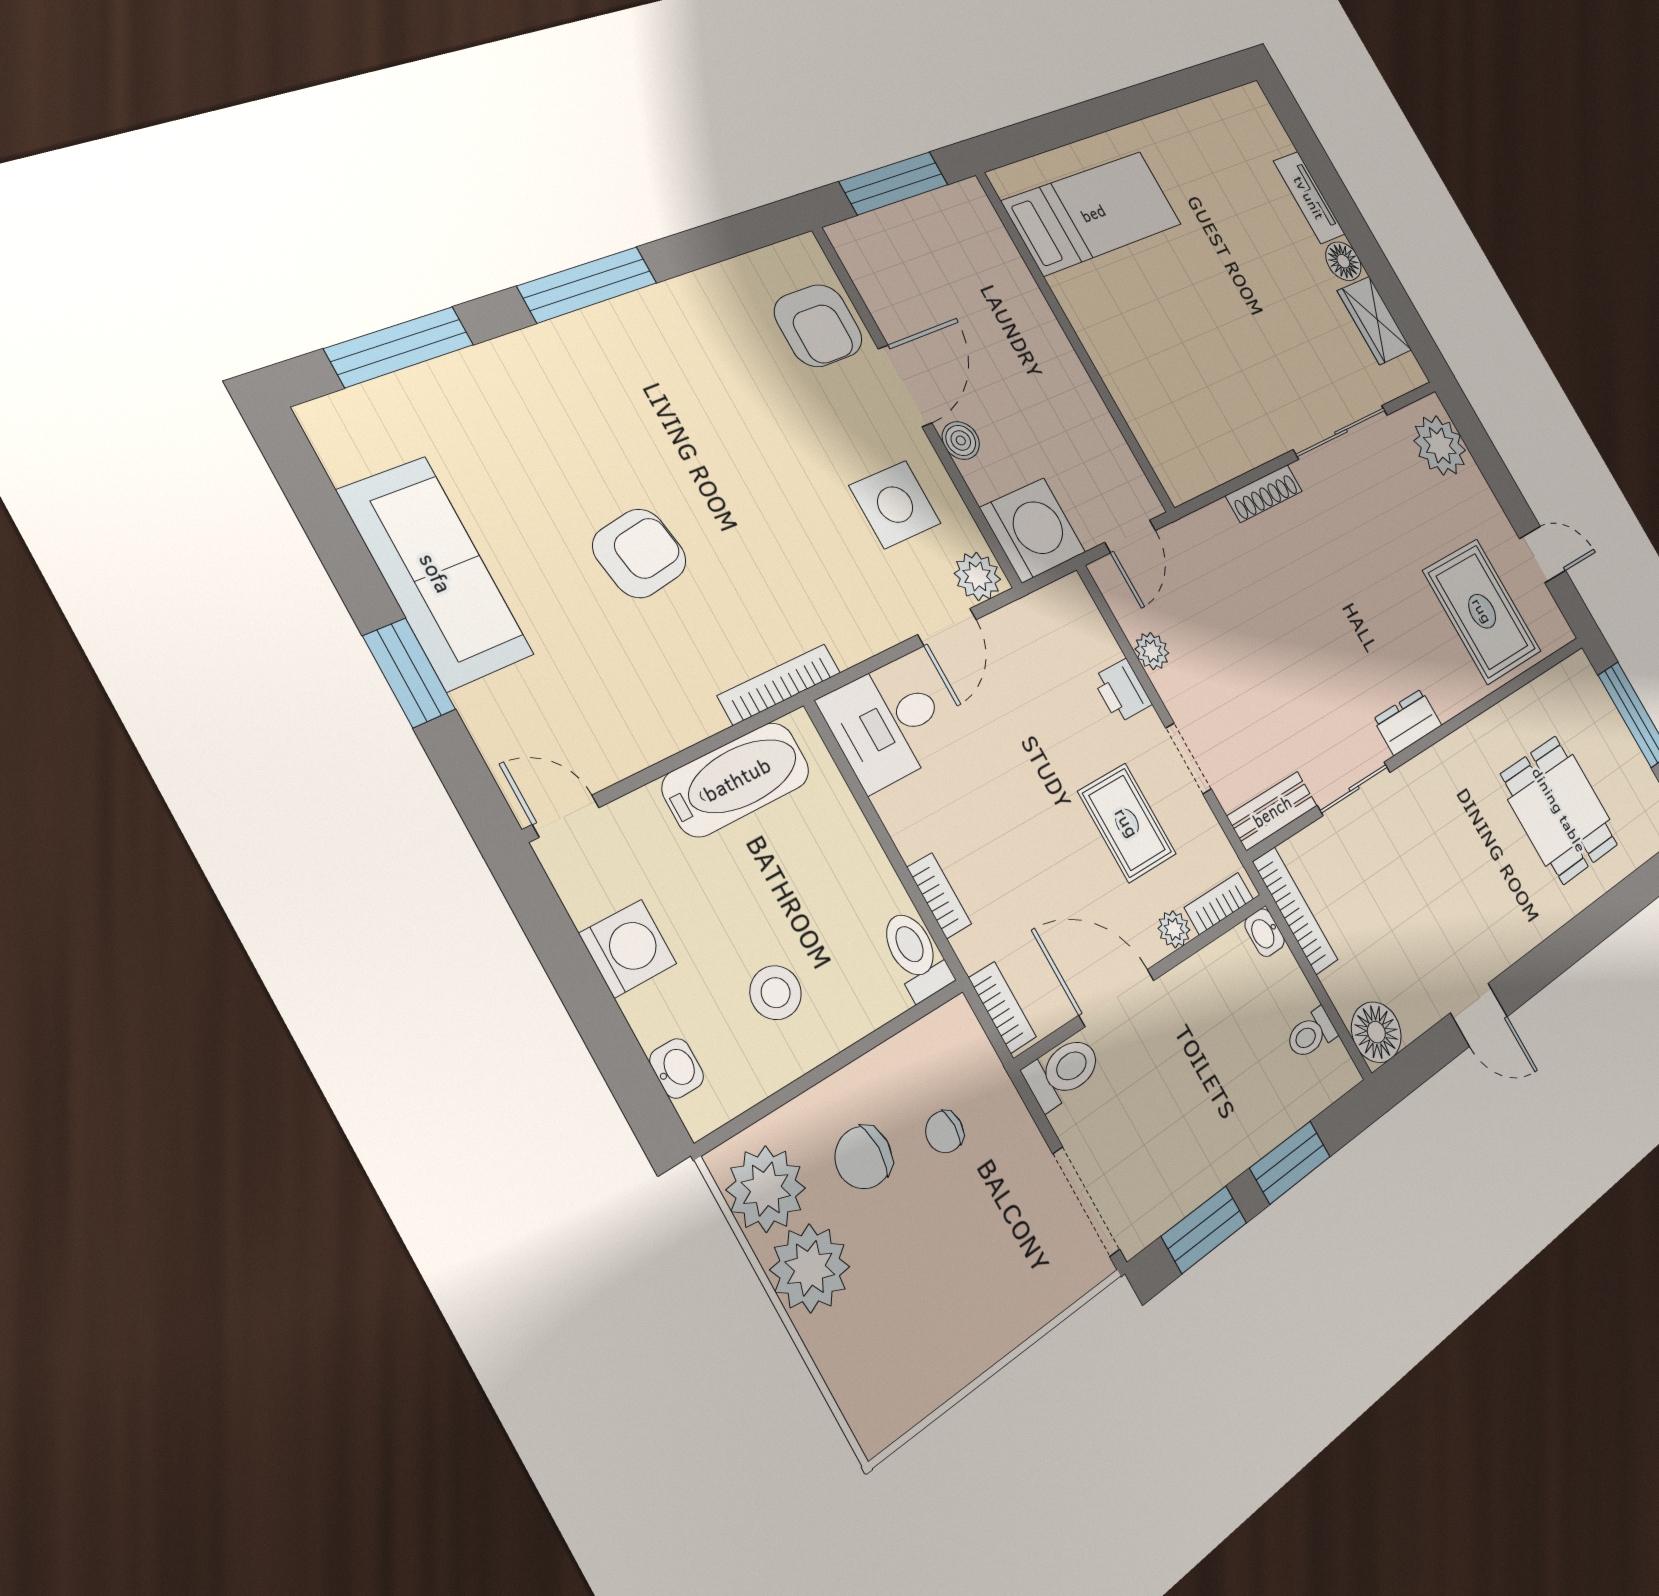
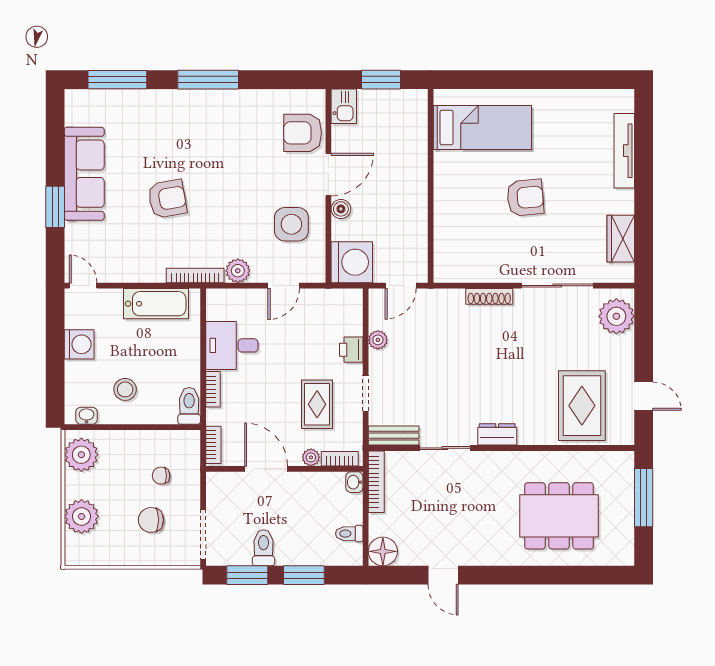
window: (894, 183) -> (381, 80), width x0.69
tv unit: (1309, 198) -> (624, 151), width x1.41
kitchen sink: (860, 251) -> (344, 106), added
floor lamp: (1343, 261) -> (623, 202), removed
armchair: (1218, 306) -> (525, 198), added
armchair: (818, 326) -> (303, 133), turned 90
plant: (977, 576) -> (238, 271), moved
desk: (887, 724) -> (232, 345), moved
dining table: (1559, 810) -> (559, 516), width x1.38
washbasin: (677, 1068) -> (86, 416), moved, turned -90
toilet: (1063, 1072) -> (263, 548), moved, turned -90
chair: (864, 1157) -> (151, 520), moved
plant: (810, 1268) -> (82, 516), moved

